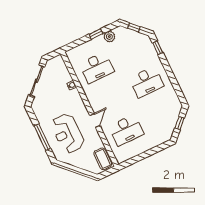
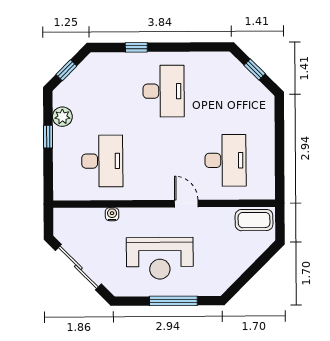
window: (158, 48) -> (136, 47), moved
reception desk: (68, 133) -> (160, 258), moved

